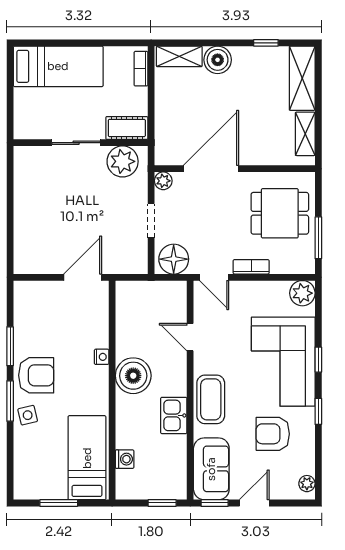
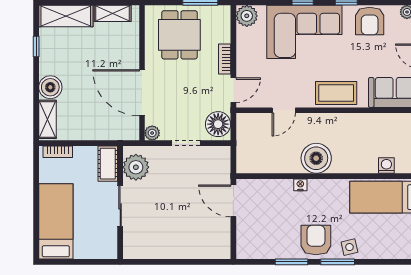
kitchen sink: (174, 415) -> (350, 124), removed
armchair: (273, 434) -> (370, 21), moved

